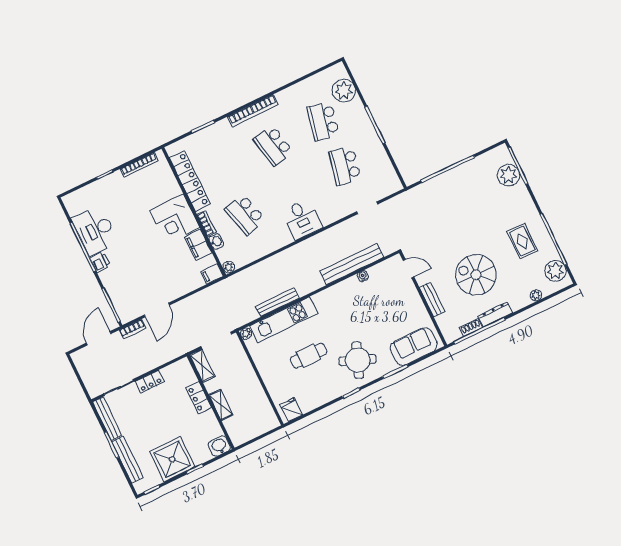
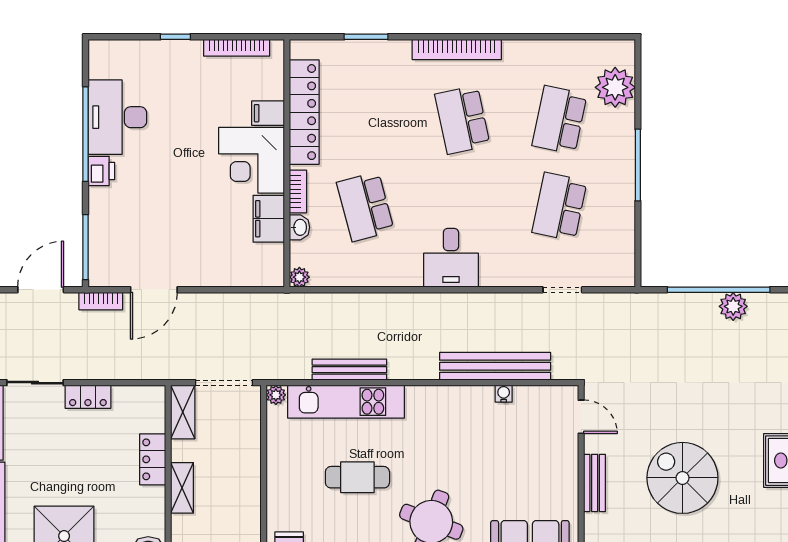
plant: (459, 174) -> (733, 306), added
filing cabinet: (212, 274) -> (268, 113), moved

